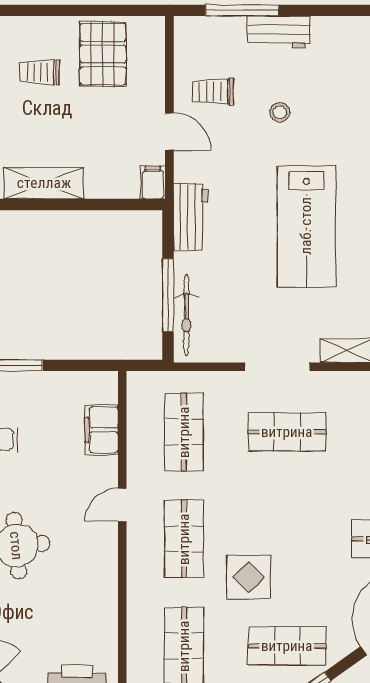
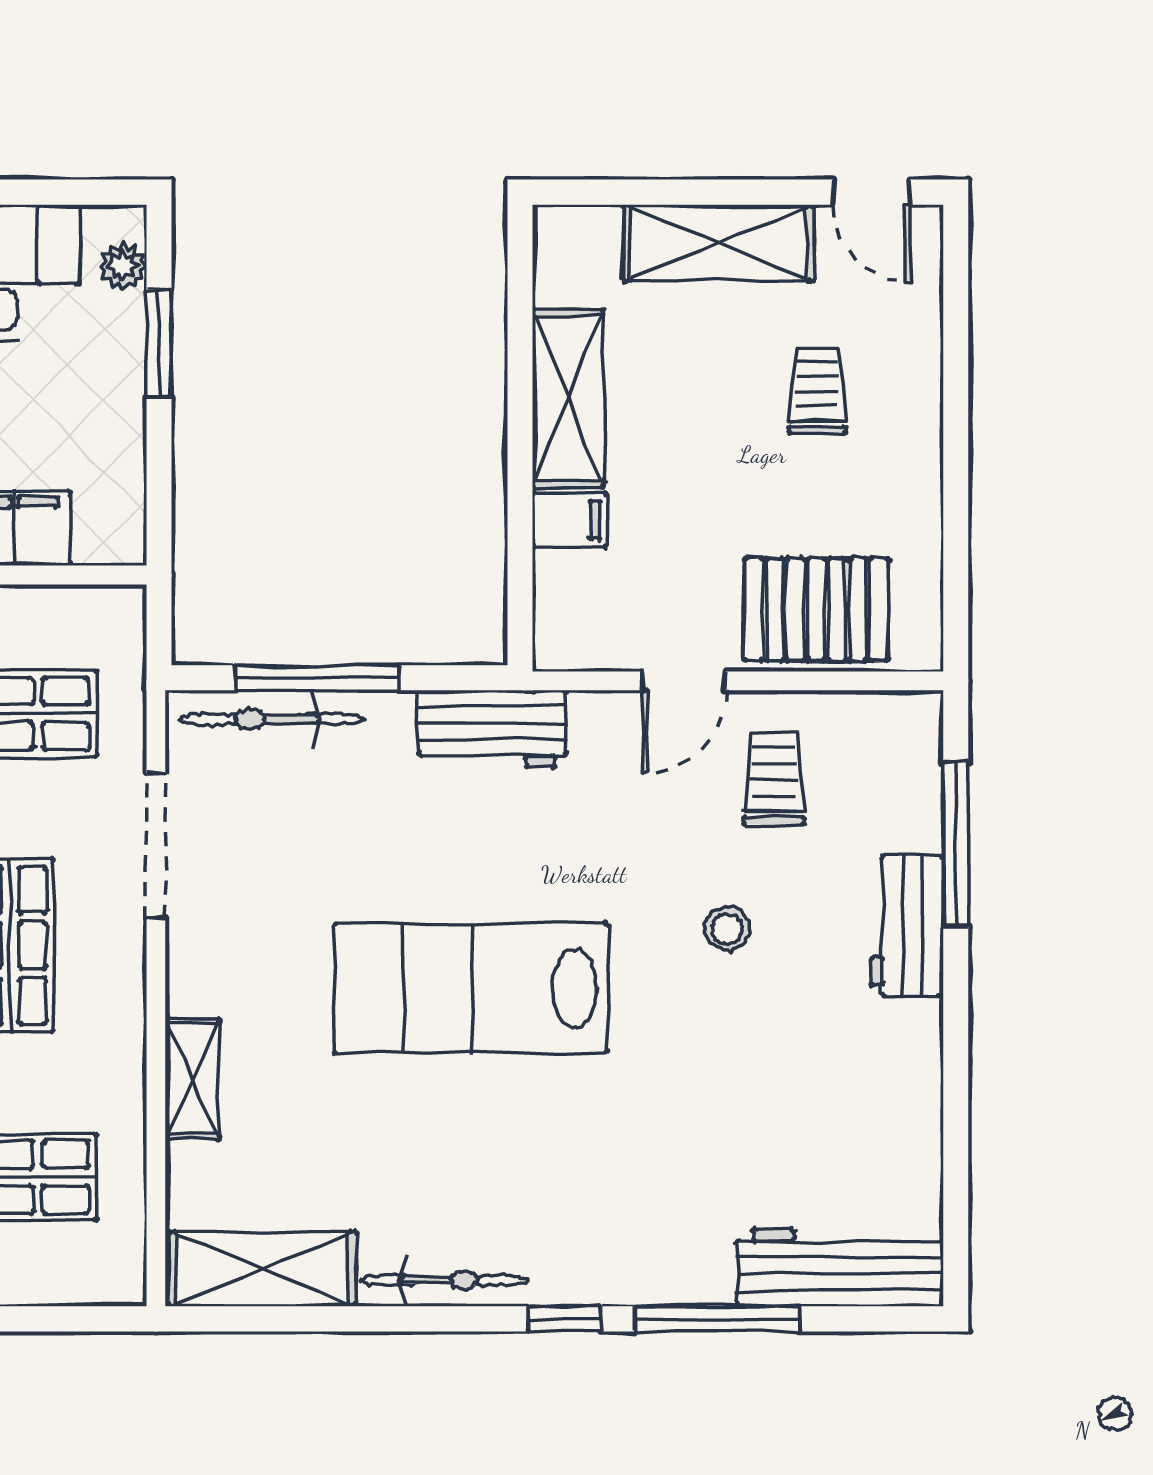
pallet: (103, 54) -> (816, 610), moved
filing cabinet: (153, 183) -> (569, 520), moved
doorway: (277, 367) -> (156, 846), moved

